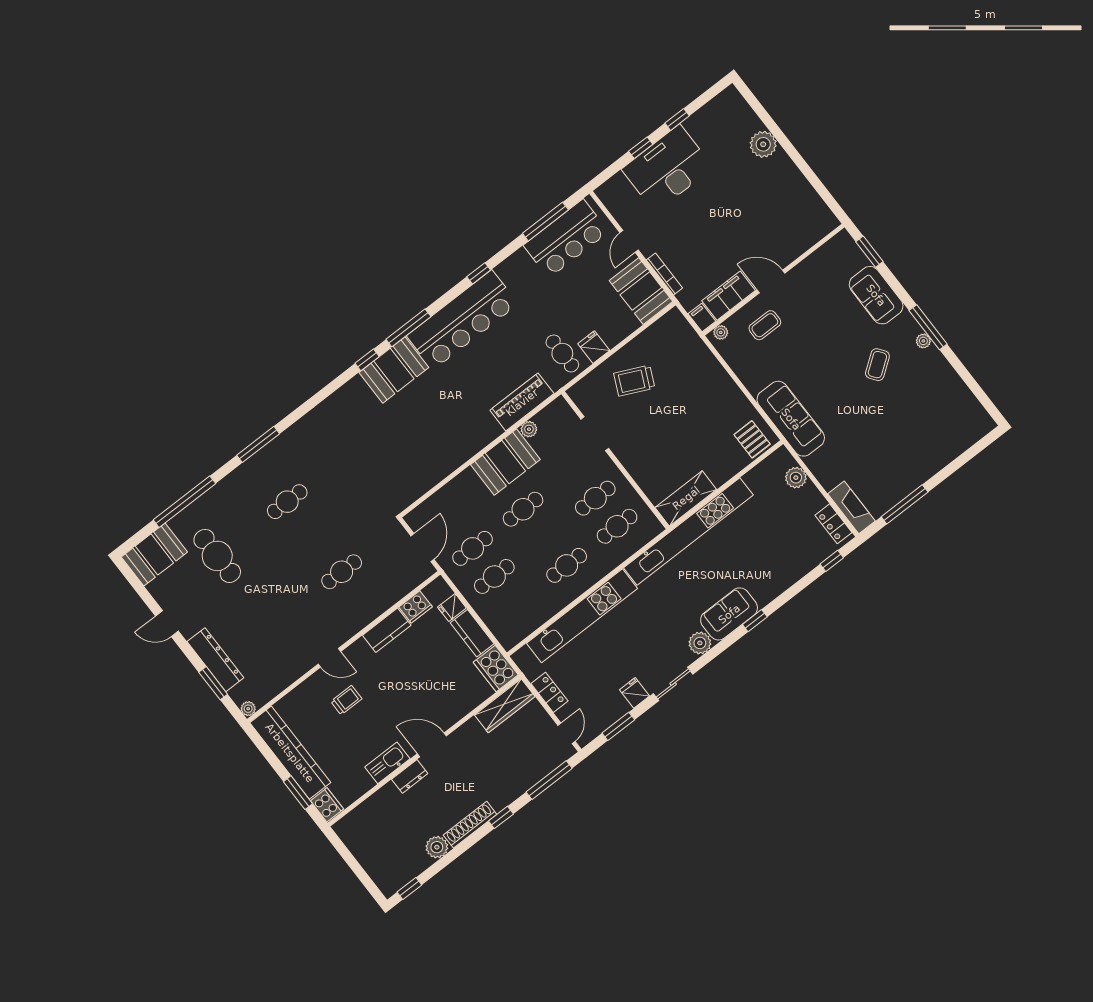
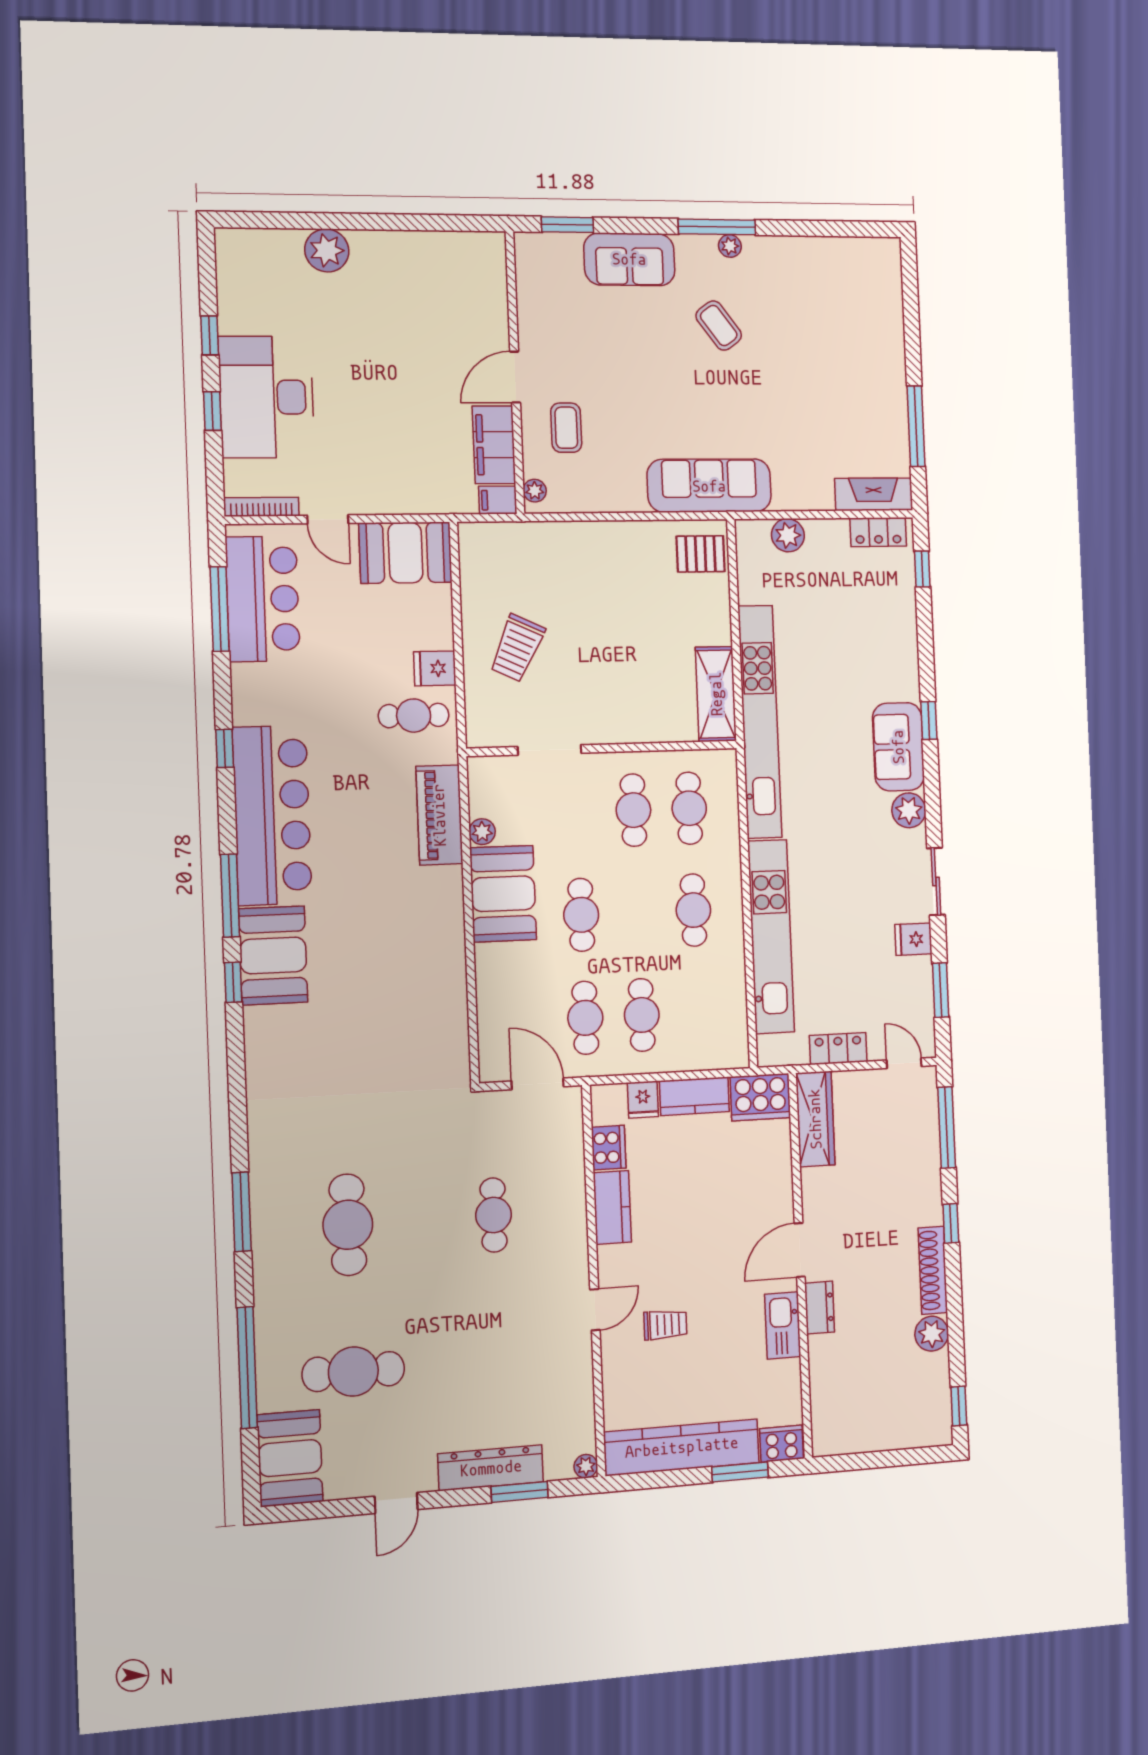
bookcase: (664, 274) -> (261, 507), moved
cafe table: (287, 502) -> (348, 1225), width x1.37, depth x1.35
trolley: (346, 700) -> (665, 1325), turned 90

